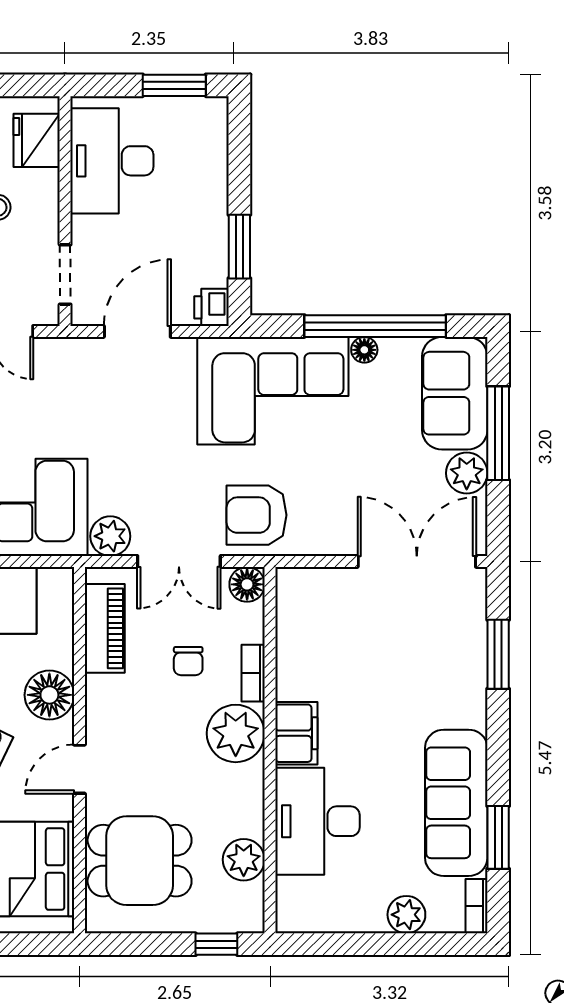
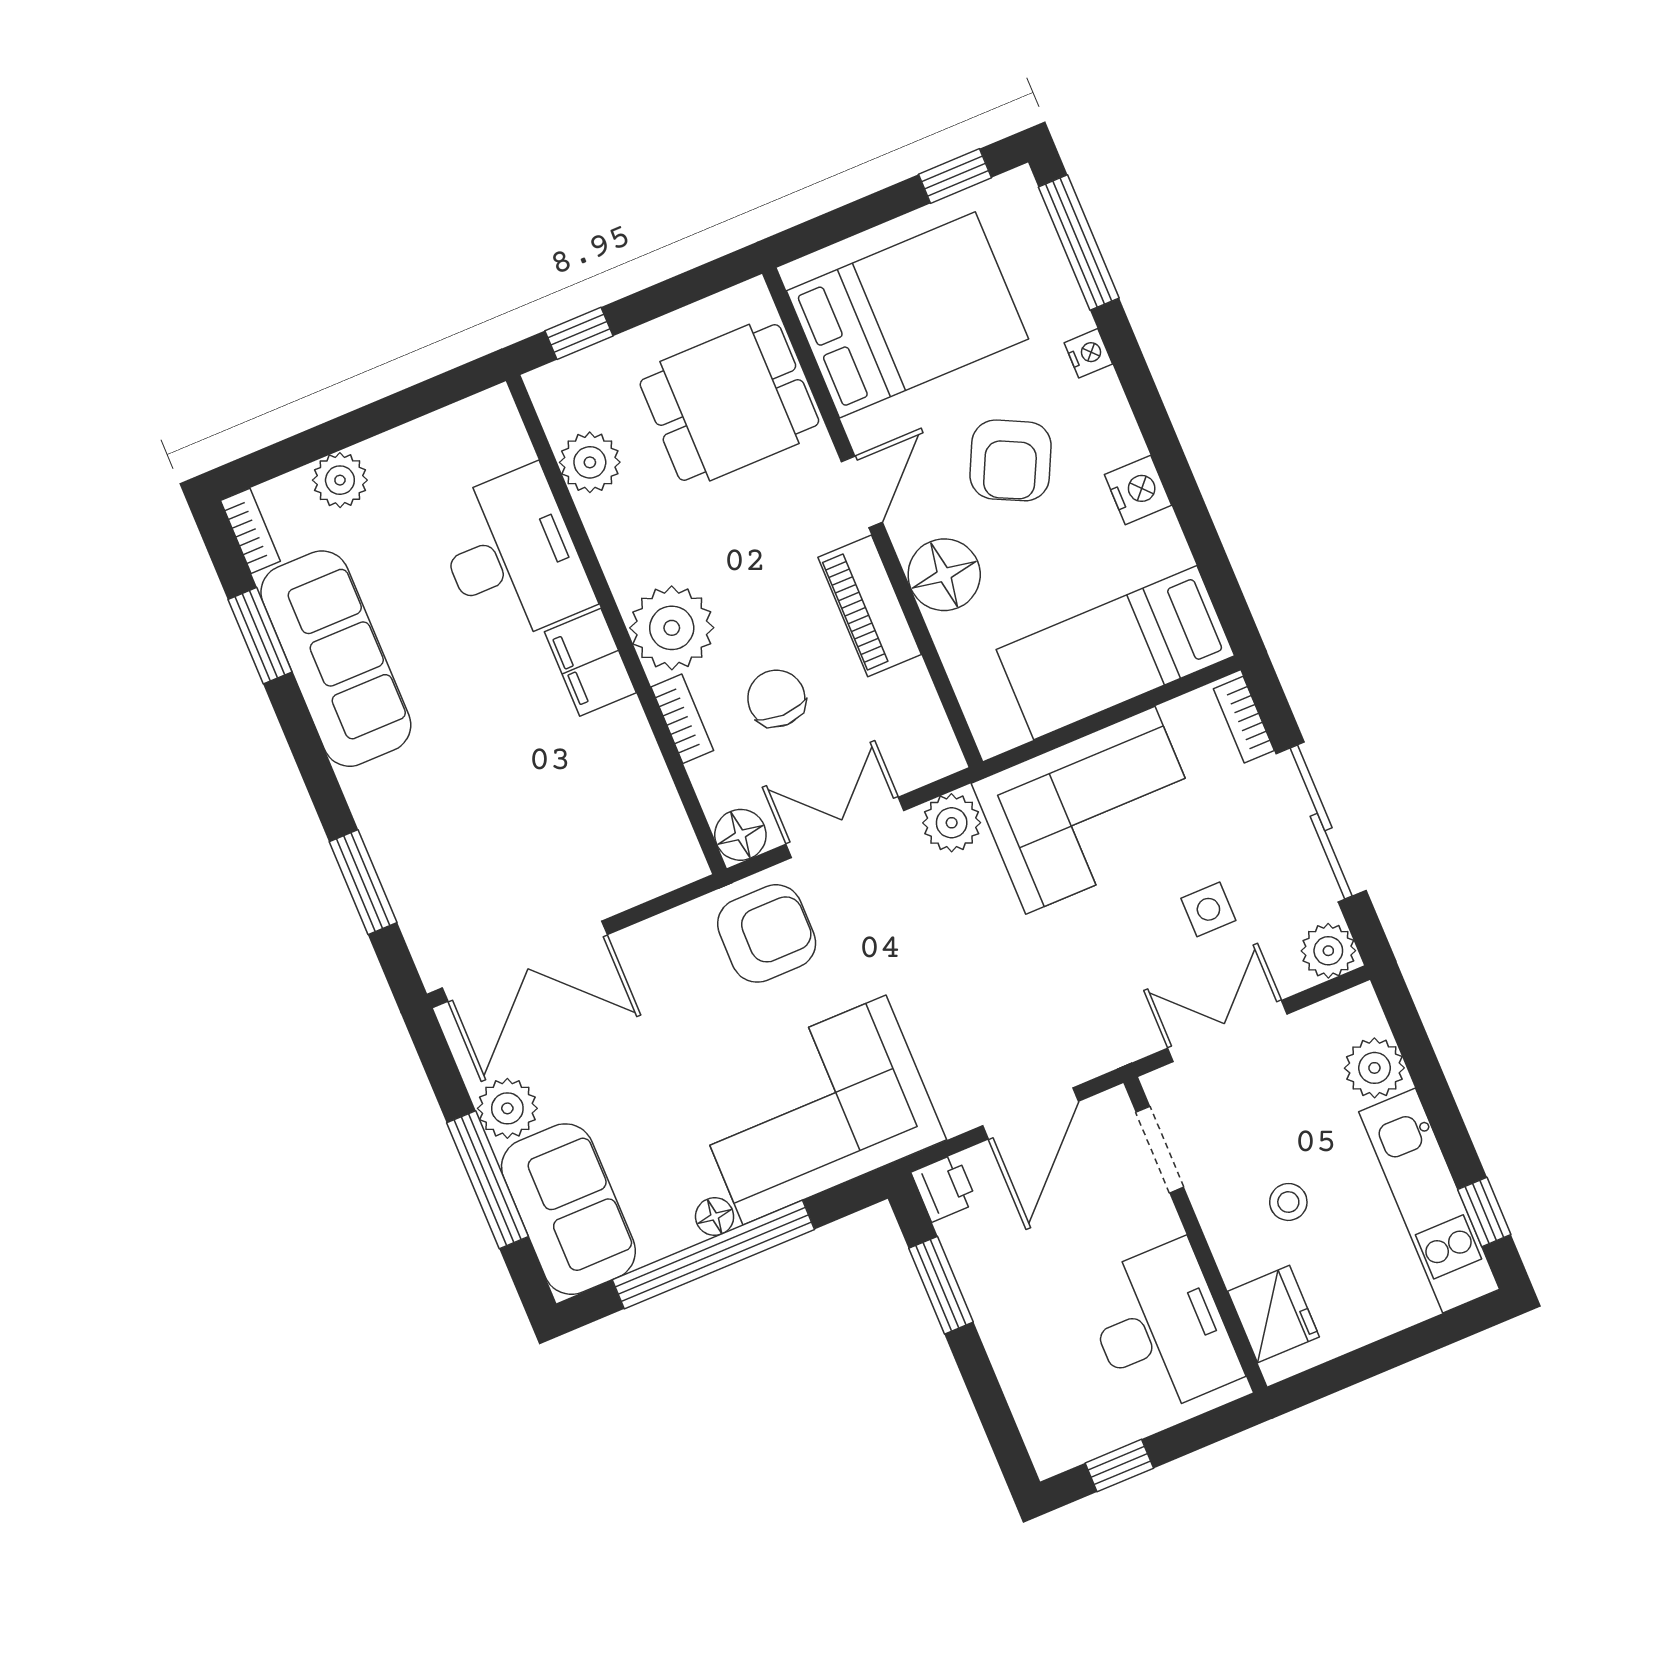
window: (174, 85) -> (1119, 1466), width x0.67
piano: (105, 628) -> (870, 606), moved
chair: (188, 661) -> (776, 698), width x1.37, depth x1.37

